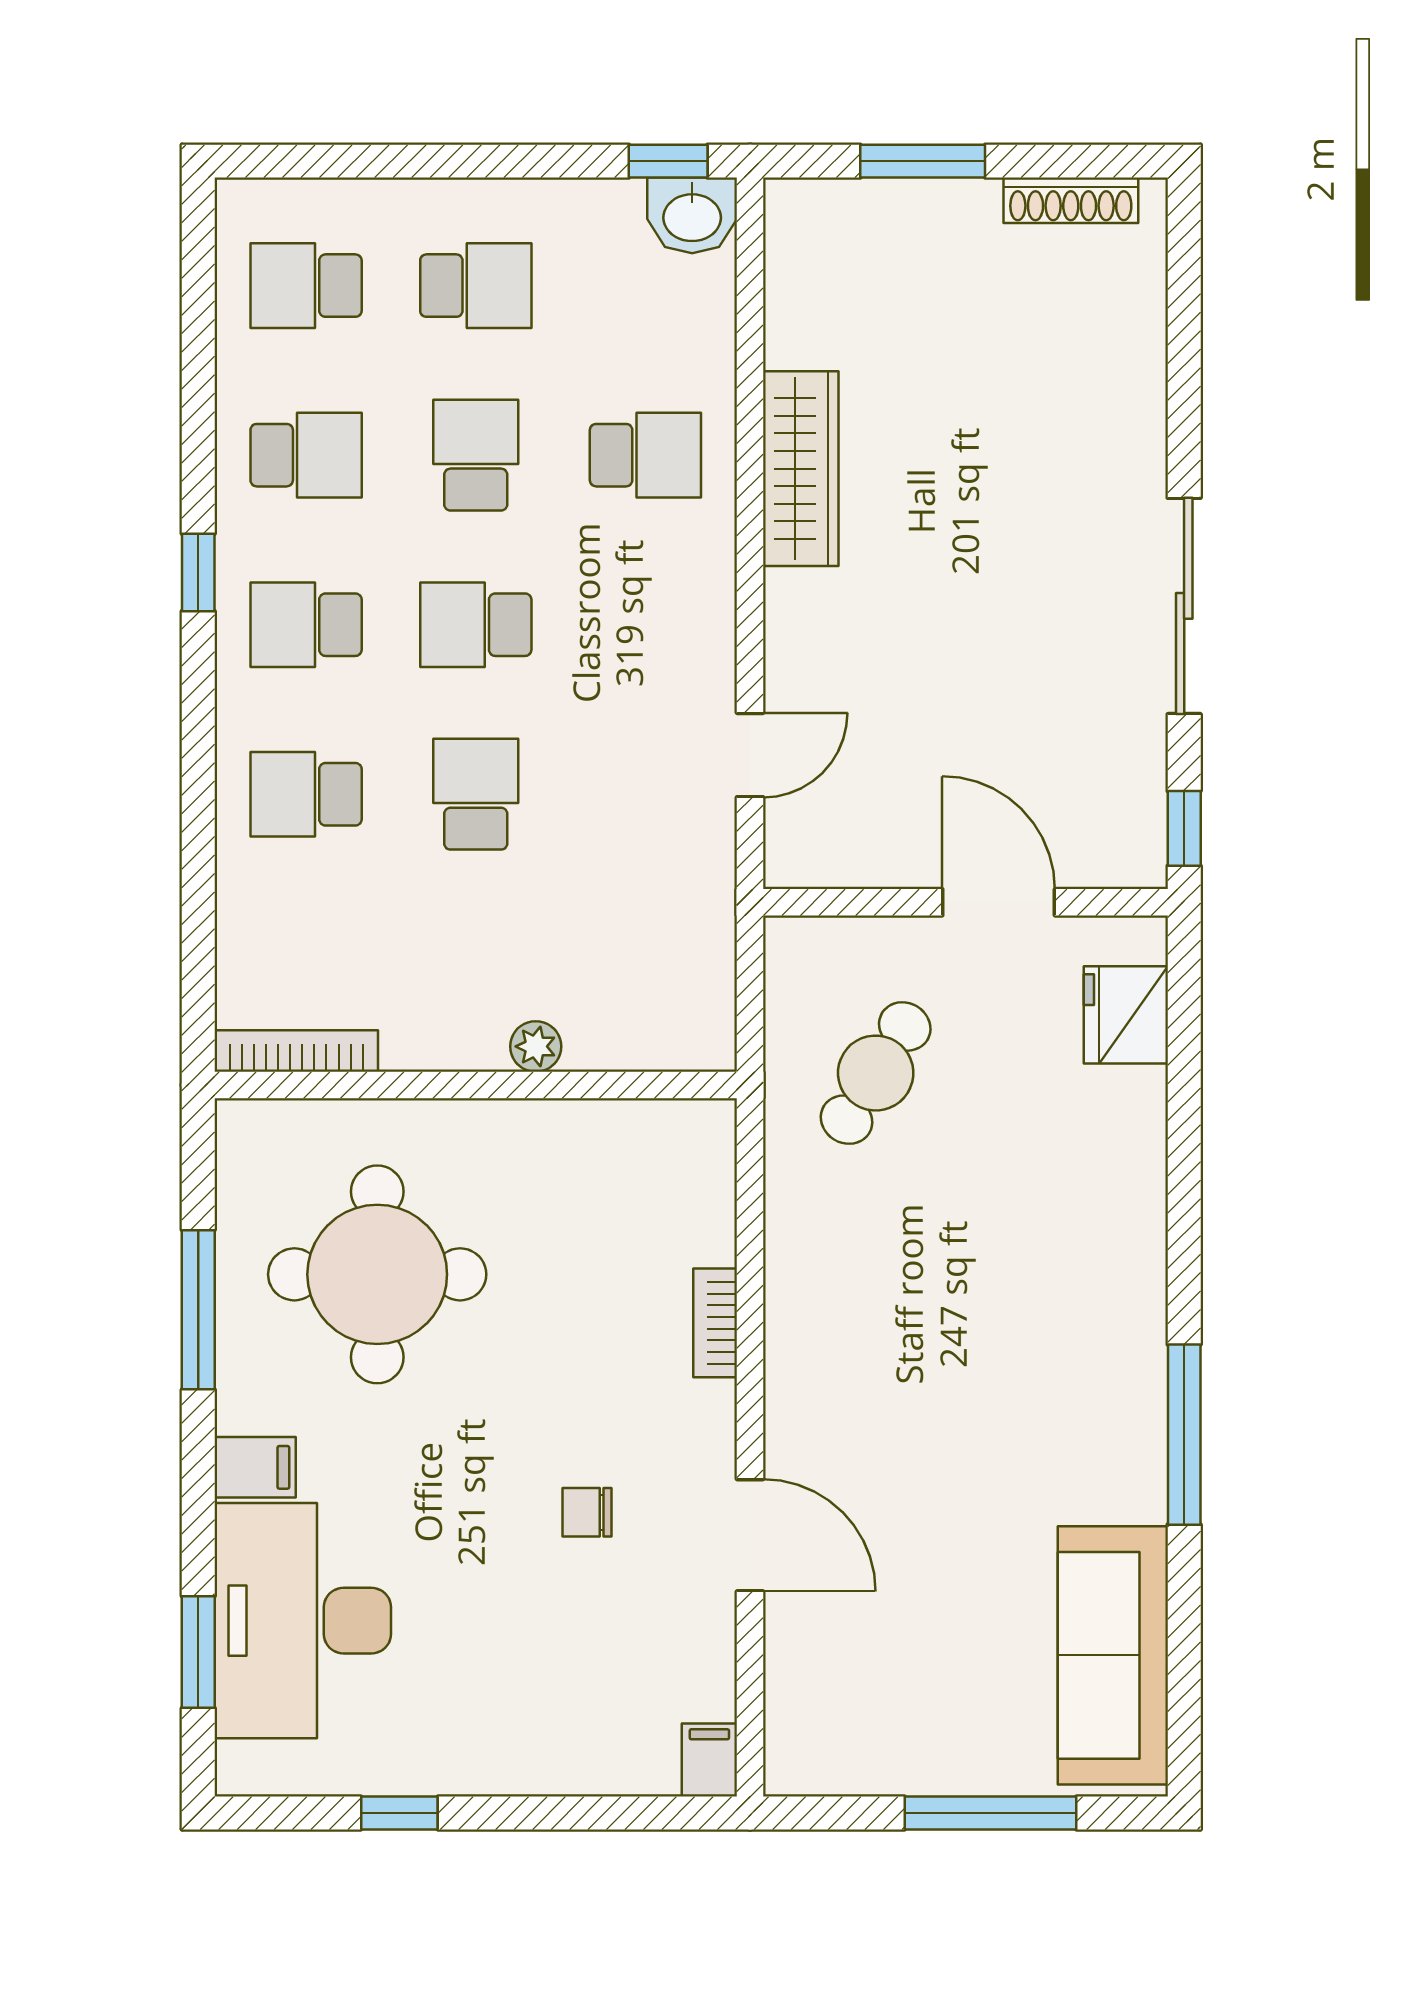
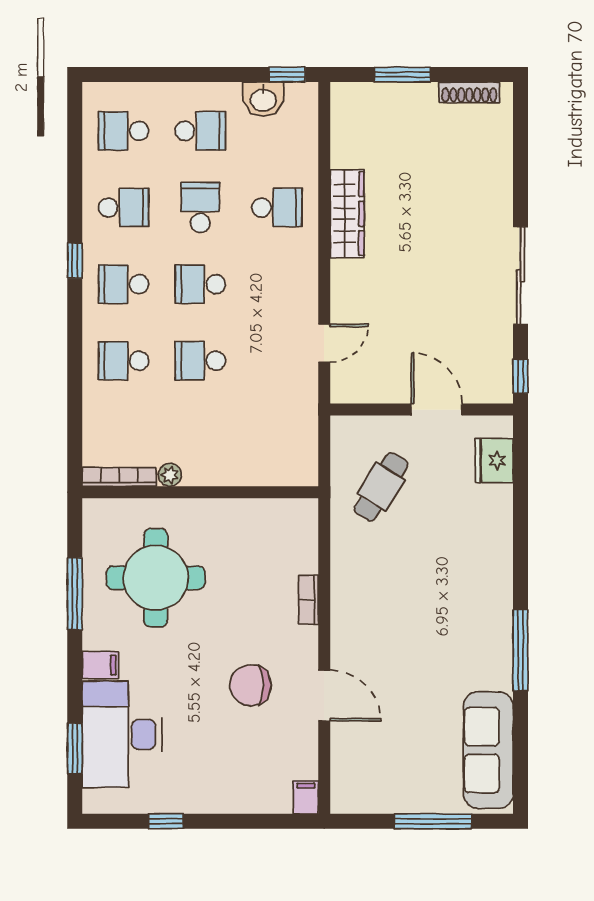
washbasin: (692, 215) -> (263, 99), moved
school desk: (476, 794) -> (200, 361), turned -90
plant: (536, 1046) -> (170, 475), moved
chair: (587, 1512) -> (251, 685), width x1.87, depth x1.87

